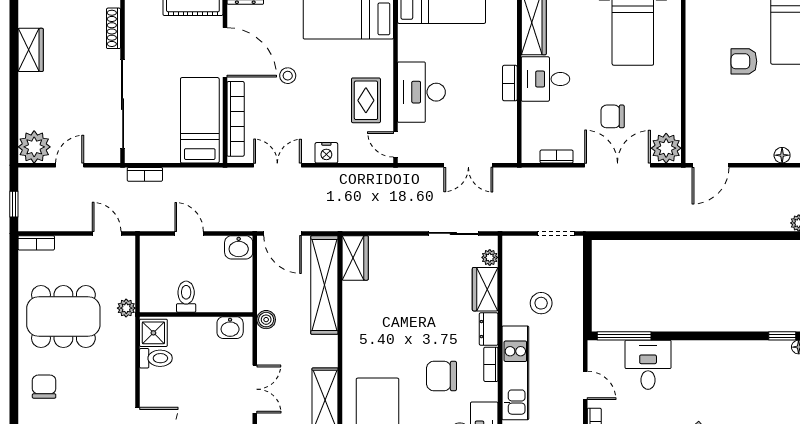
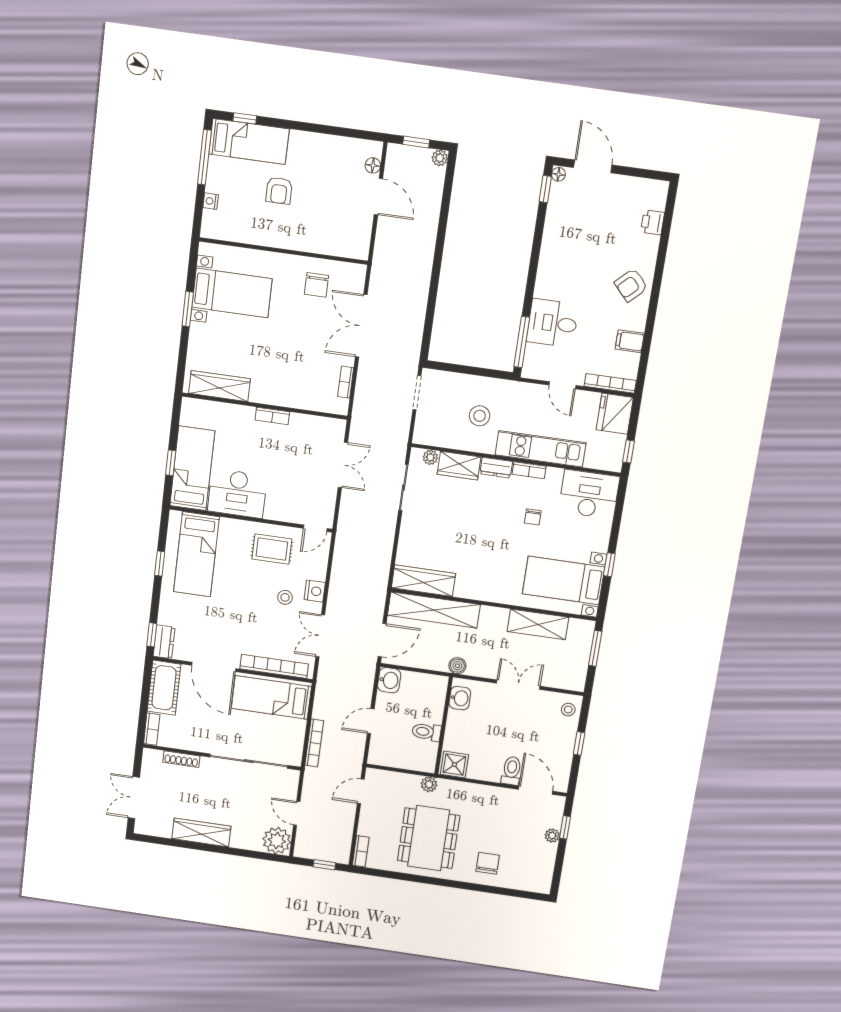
wardrobe: (31, 50) -> (201, 832), width x1.50
door: (225, 52) -> (214, 667), swing flipped
stool: (288, 76) -> (285, 597), moved
desk: (545, 79) -> (273, 382), removed
desk: (421, 92) -> (237, 493), moved
chair: (613, 116) -> (316, 285), moved
plant: (666, 148) -> (351, 277), removed
door: (710, 165) -> (378, 197), moved
bookcase: (145, 174) -> (314, 743), width x1.56
wardrobe: (355, 258) -> (423, 581), width x1.50
toilet: (156, 358) -> (511, 771), moved
chair: (442, 376) -> (533, 517), width x0.54, depth x0.54
door: (585, 385) -> (562, 385), swing flipped
chair: (44, 387) -> (488, 863), turned 90

